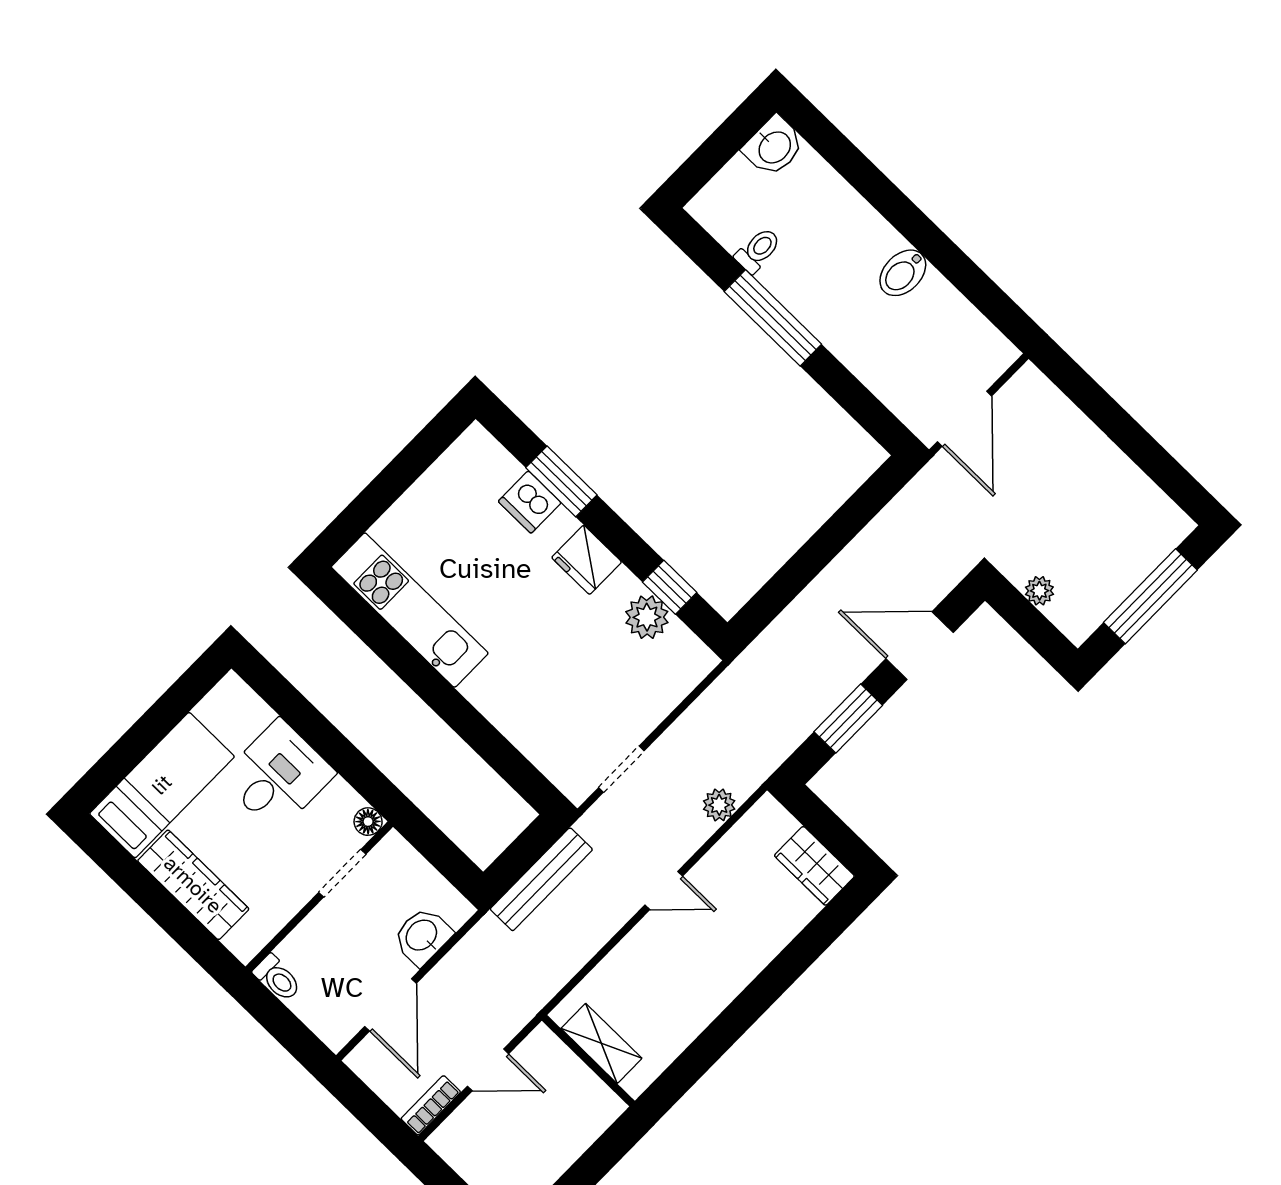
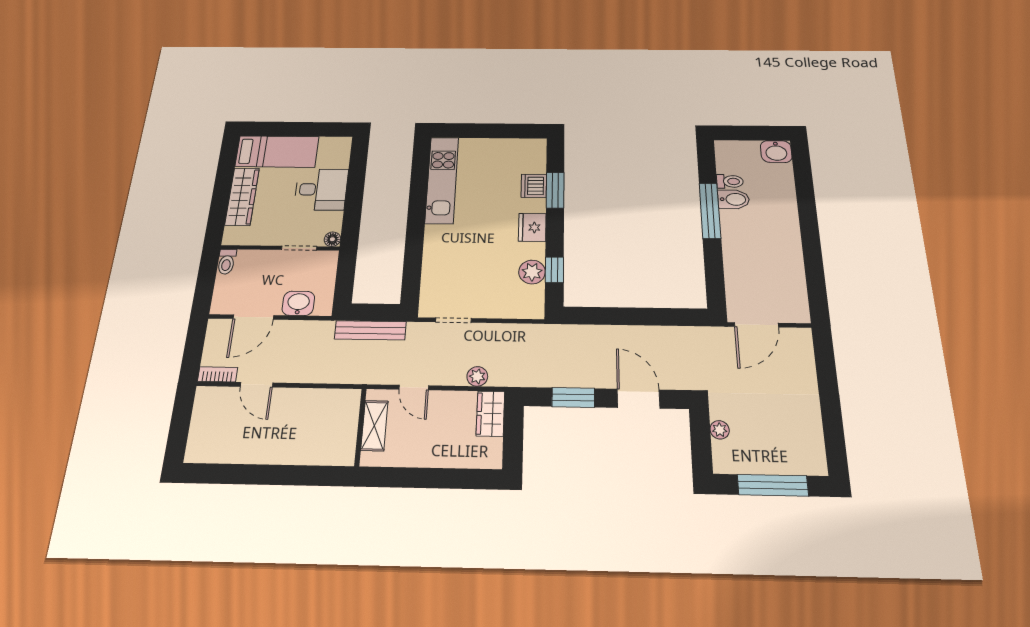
bidet: (903, 273) -> (734, 199), moved, turned 180
wardrobe: (814, 866) -> (490, 414), moved
shelving: (601, 1043) -> (374, 426), moved
wall: (588, 1061) -> (360, 427), moved

